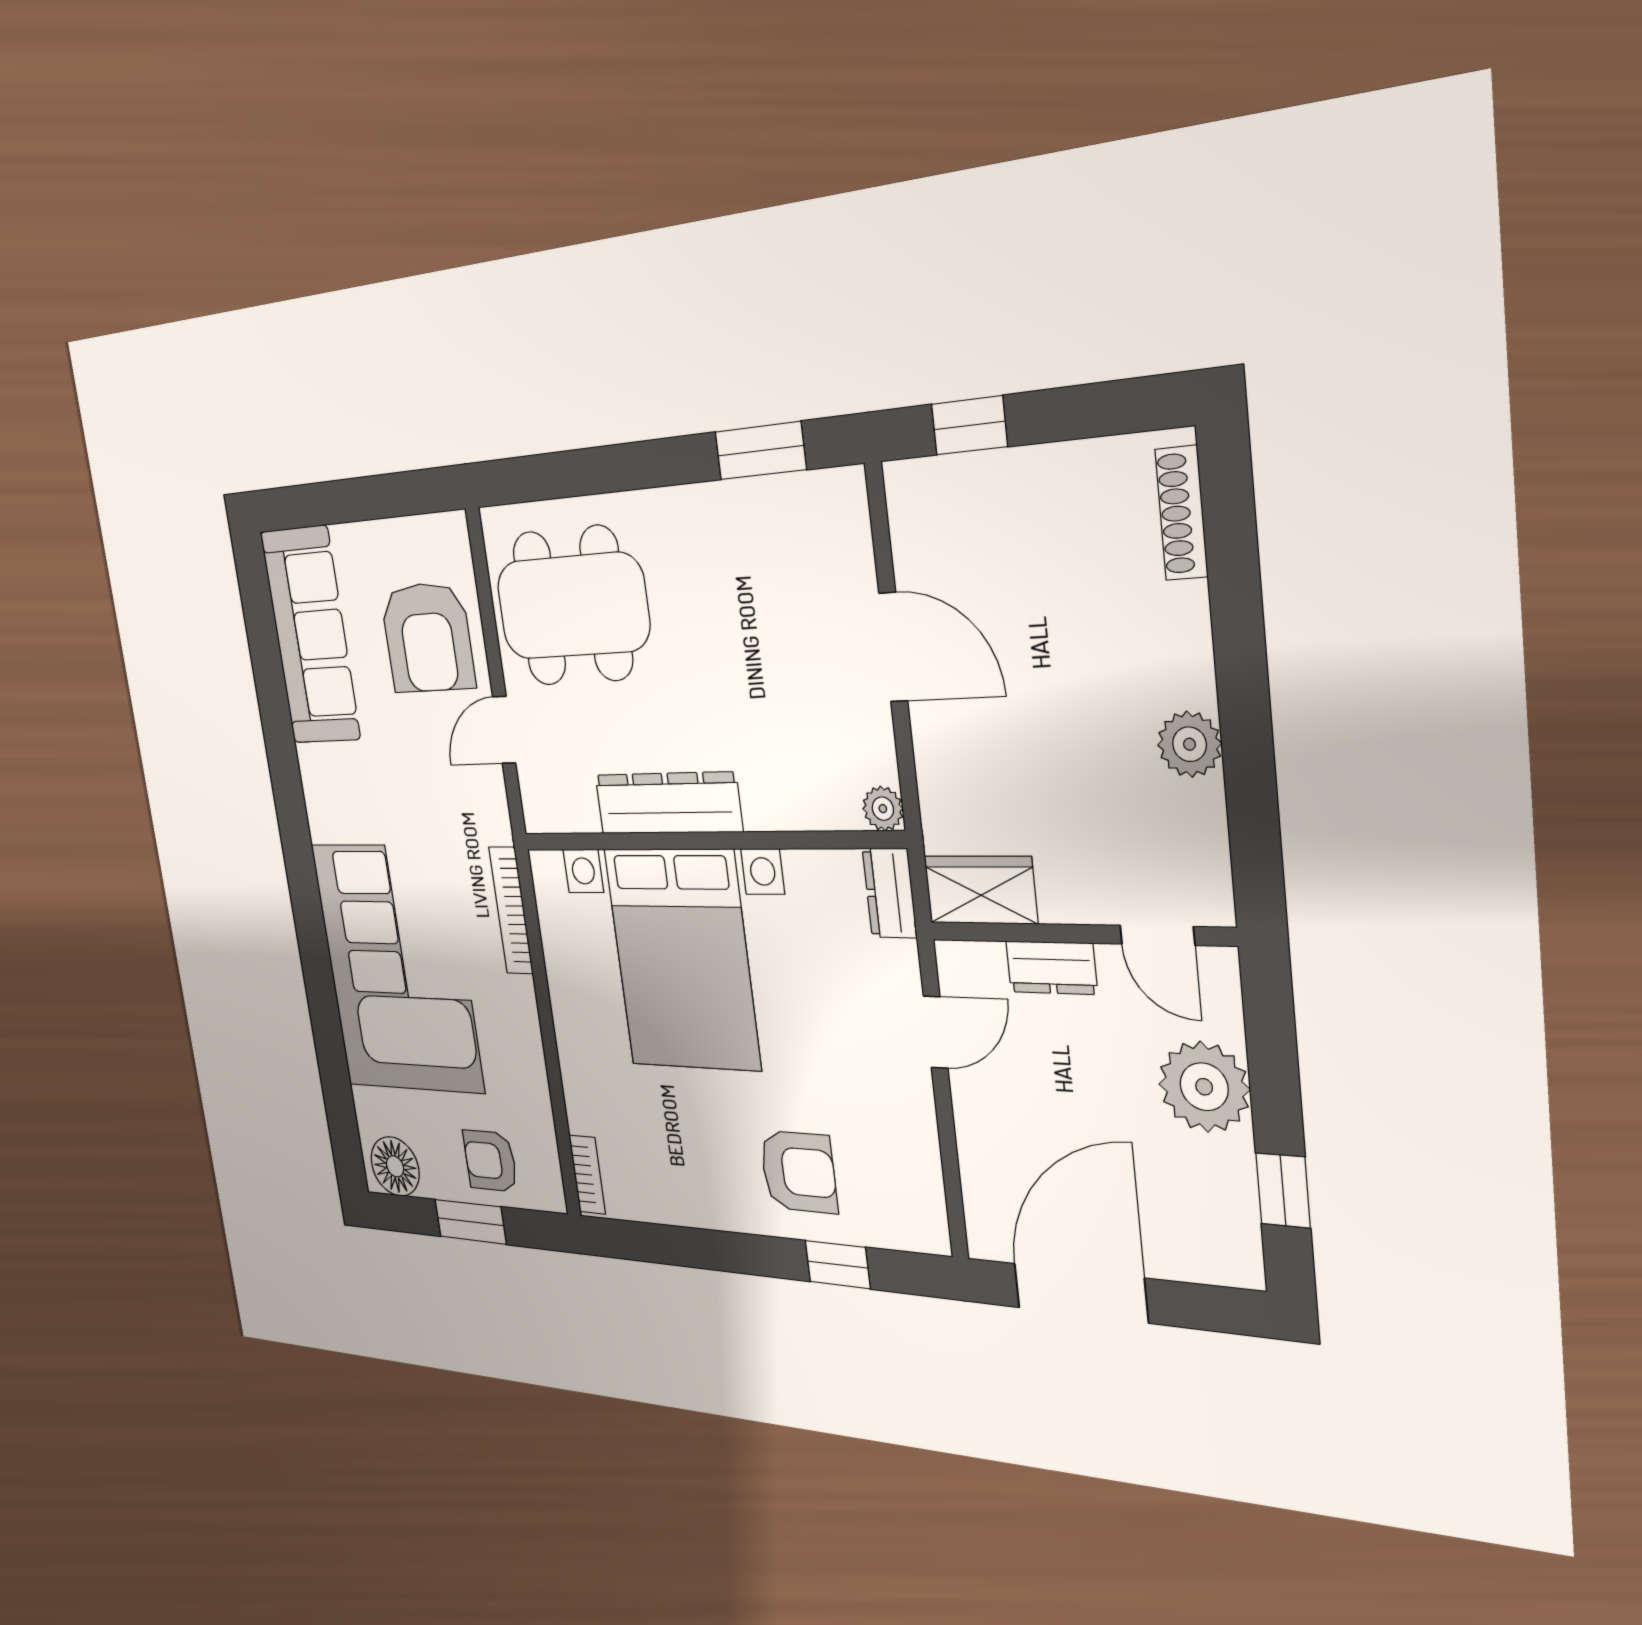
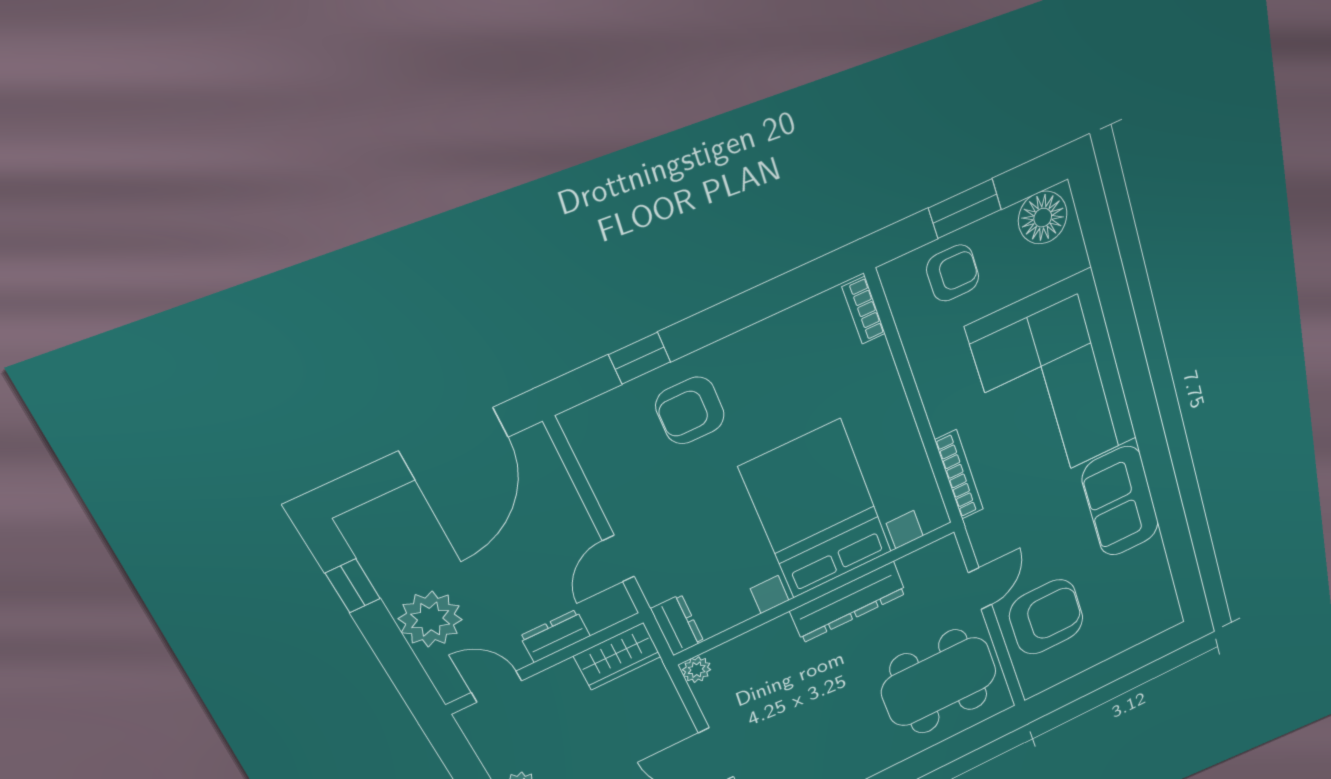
sofa: (310, 636) -> (1121, 501), moved, width x0.73
armchair: (428, 637) -> (1046, 617), turned 90

